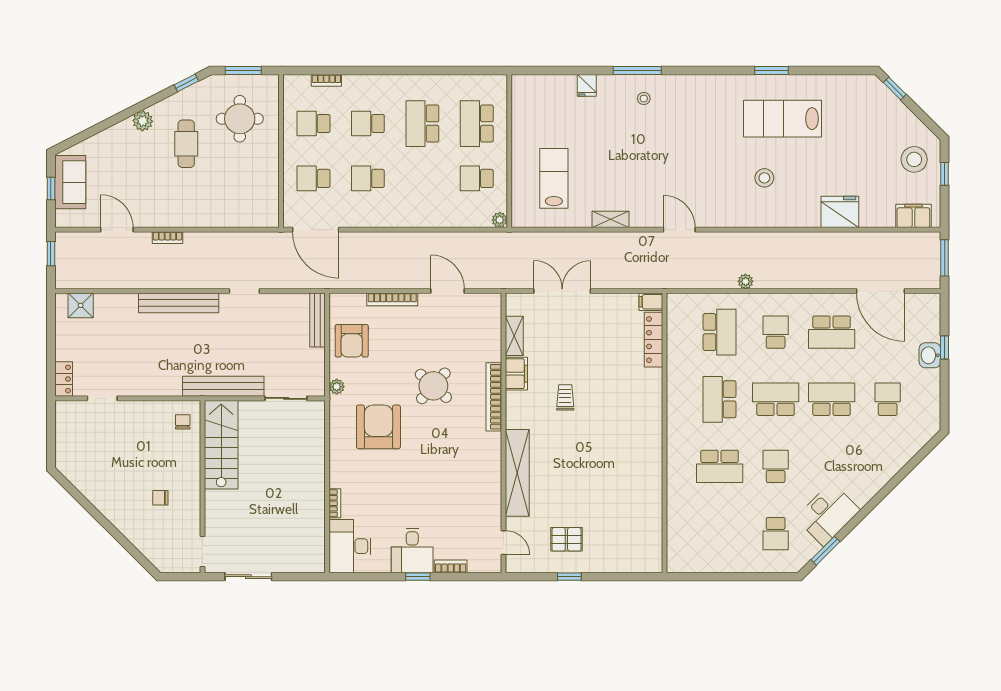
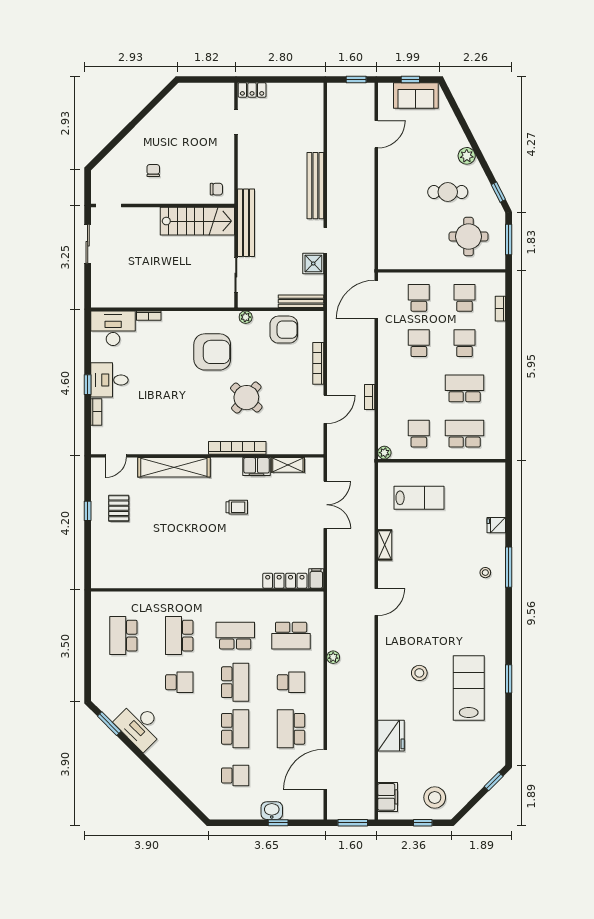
bookcase: (167, 238) -> (370, 397), moved
shower: (81, 305) -> (313, 264), moved
armchair: (352, 341) -> (284, 330), turned 180
school desk: (776, 534) -> (123, 636), moved, width x1.85

